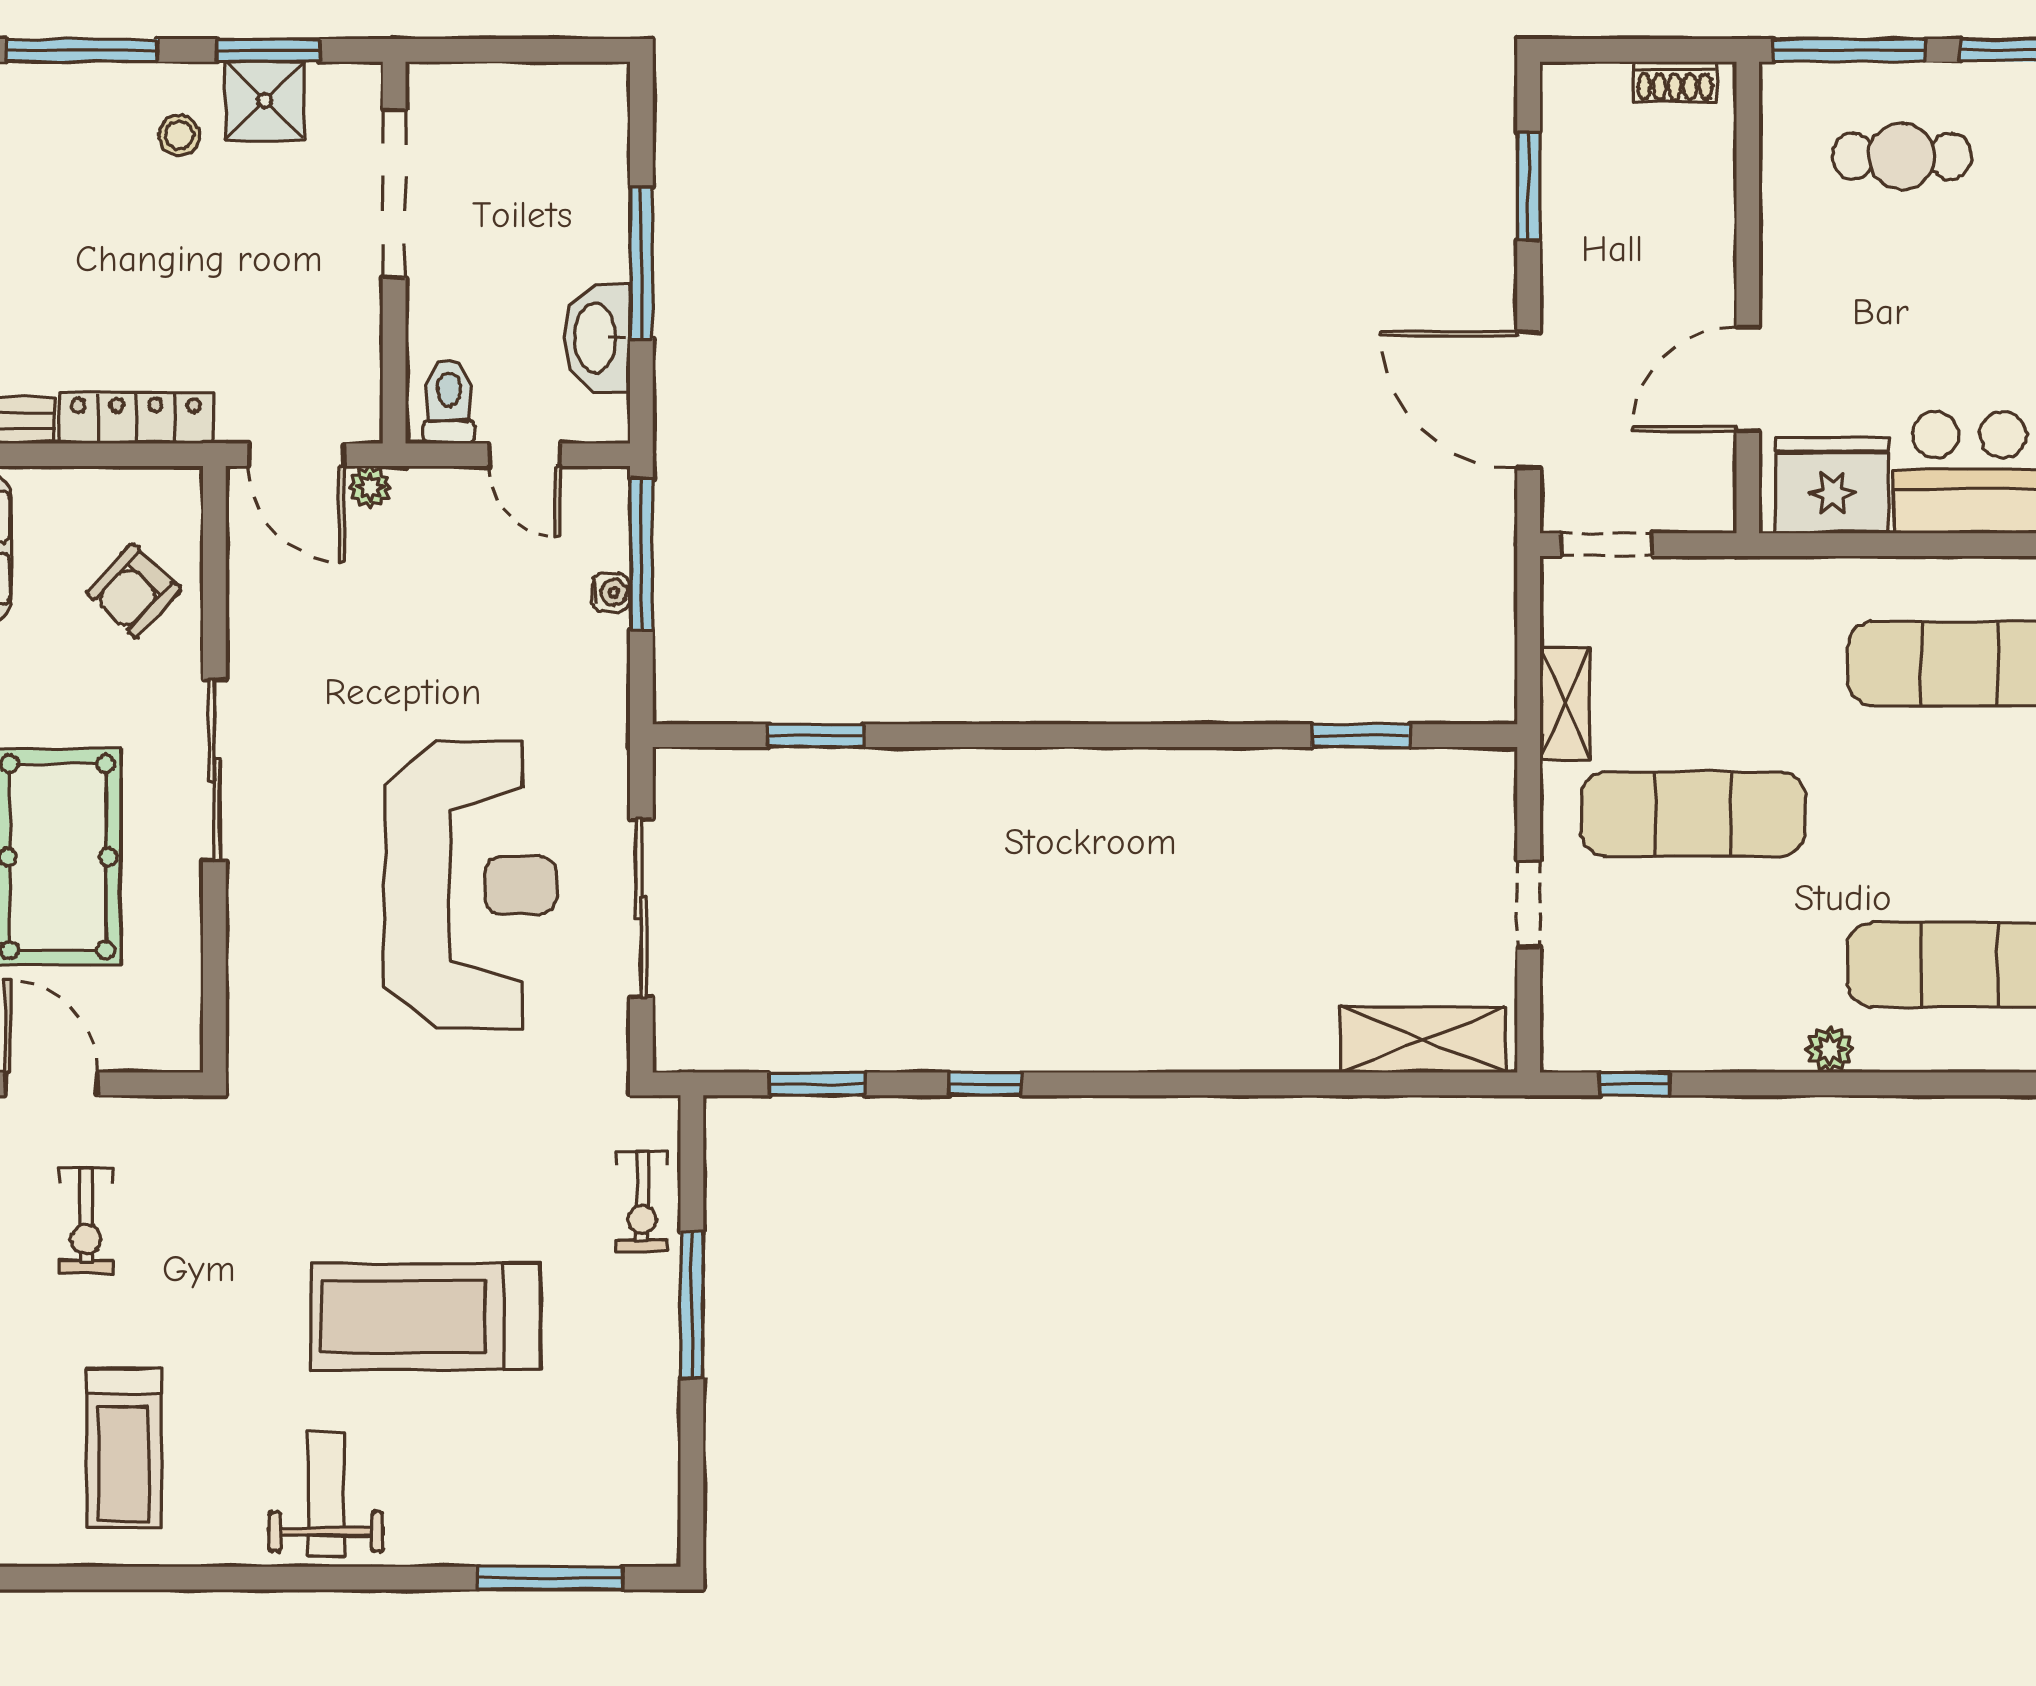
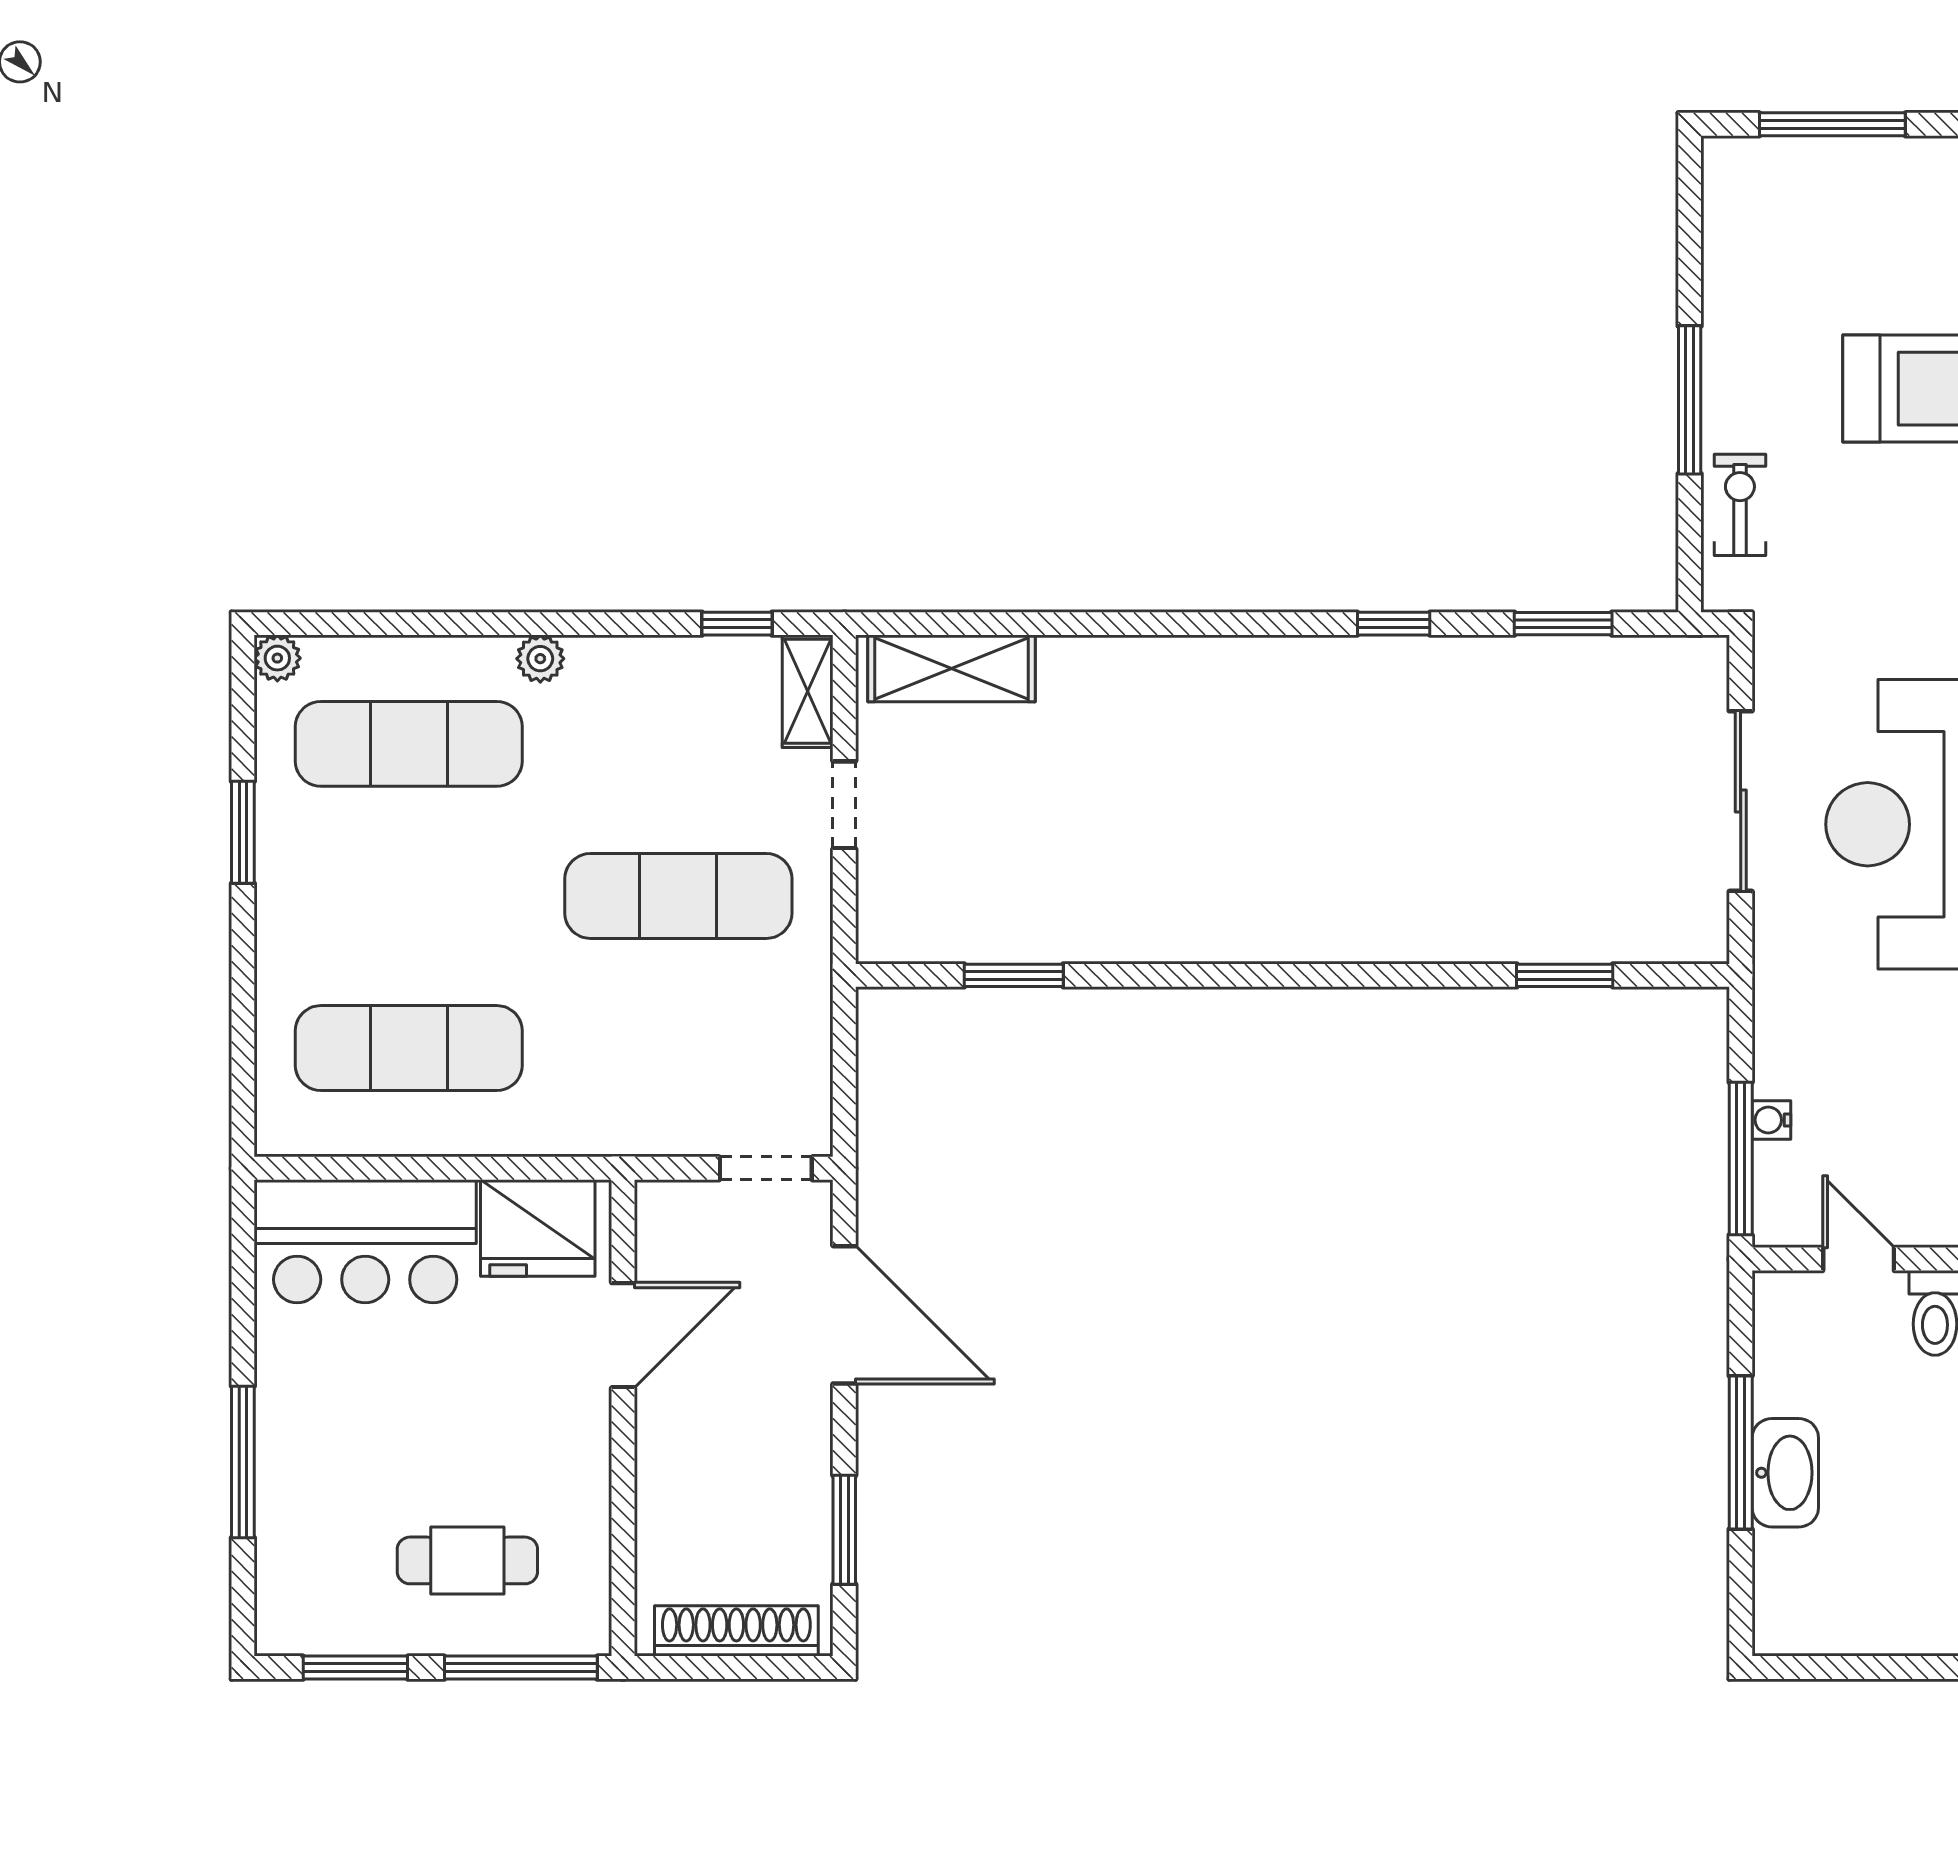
shoe rack: (1675, 82) -> (736, 1631), width x1.94, depth x1.24
washbasin: (597, 338) -> (1785, 1473), moved
shelving: (1565, 704) -> (808, 691), moved

